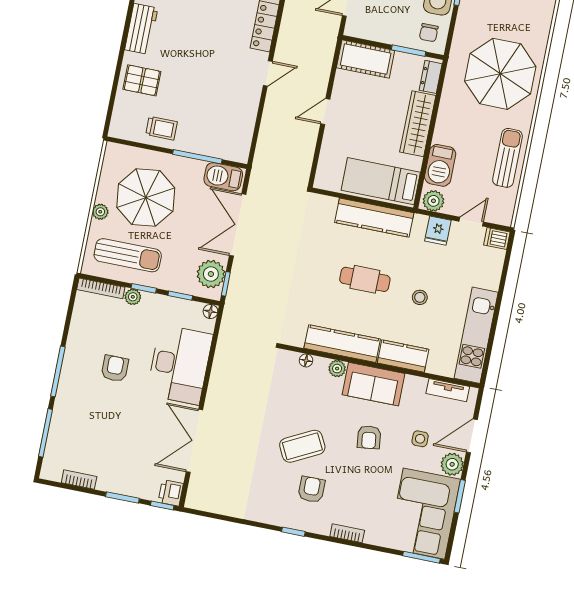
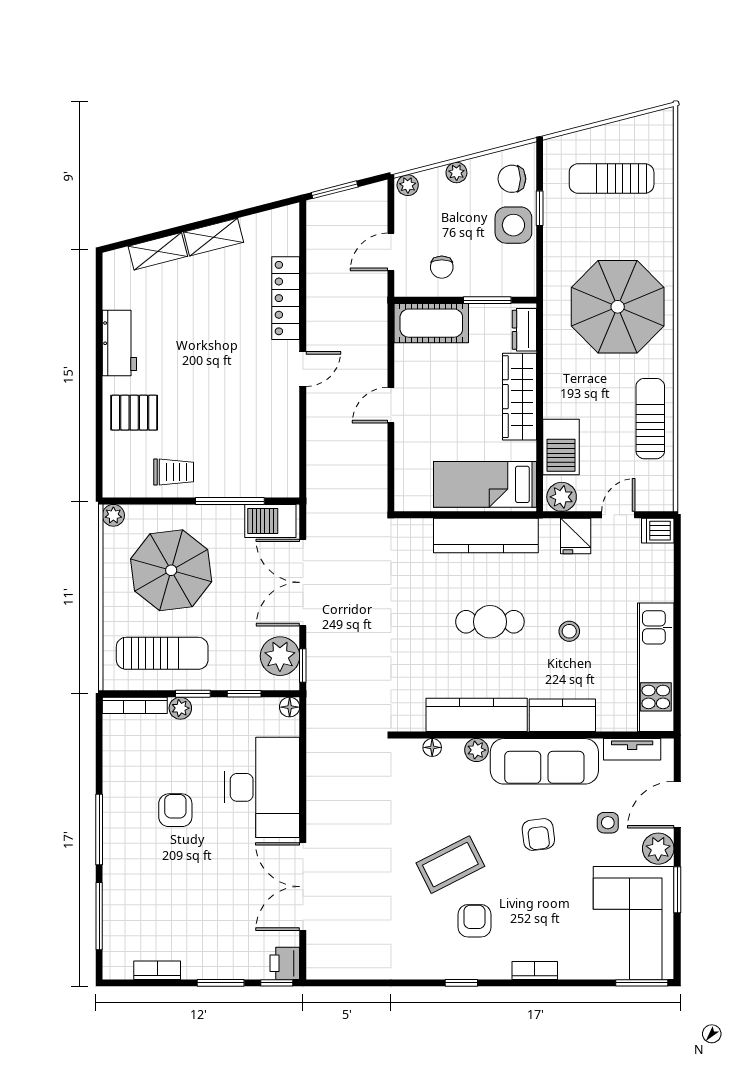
chair: (429, 33) -> (442, 267), moved
plant: (100, 212) -> (113, 515), moved
sofa: (374, 384) -> (544, 761), width x1.36

